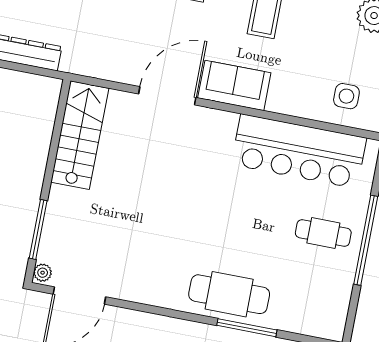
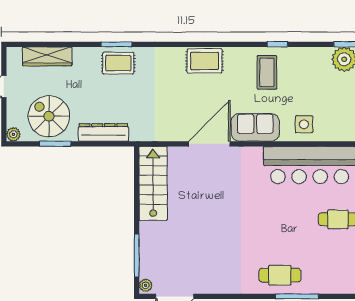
side table: (346, 96) -> (304, 124), moved
cafe table: (229, 294) -> (280, 275), width x0.73, depth x0.74

